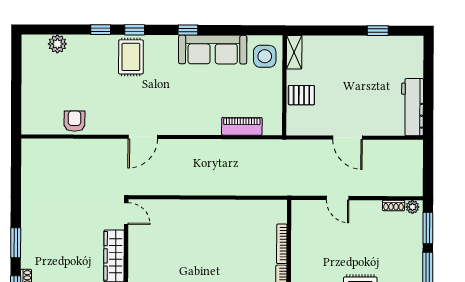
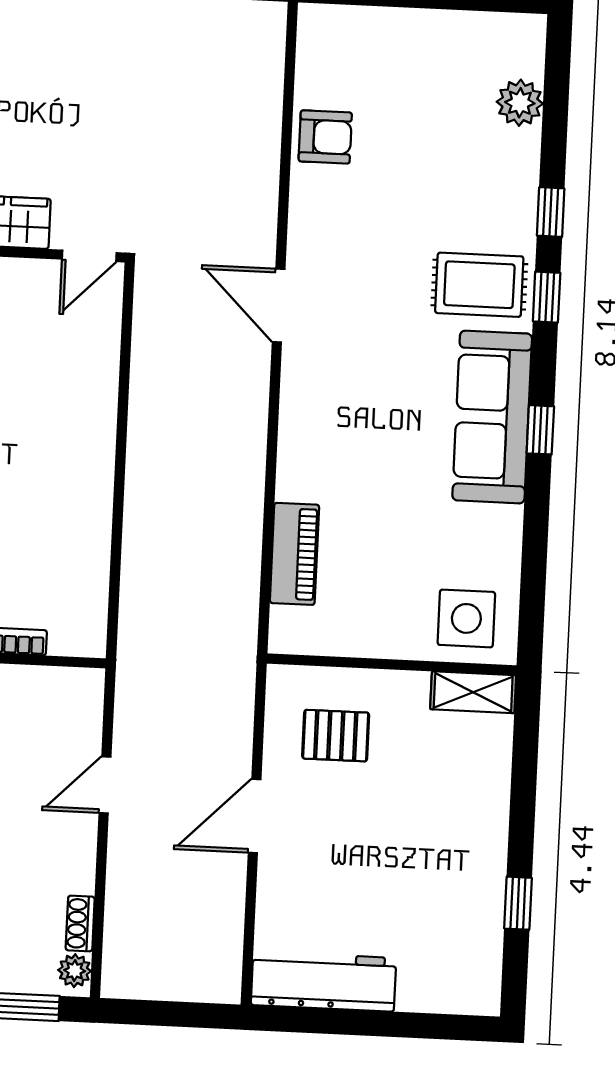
sofa: (213, 50) -> (492, 417), moved
pallet: (301, 95) -> (336, 736), moved, turned 90

